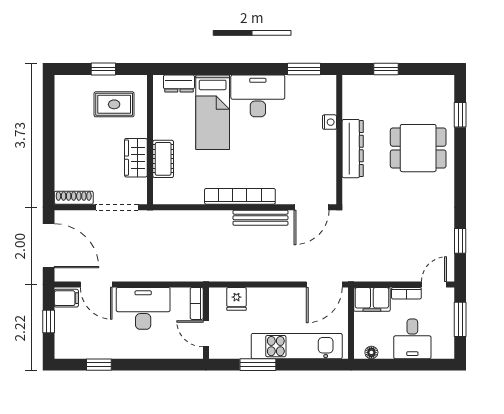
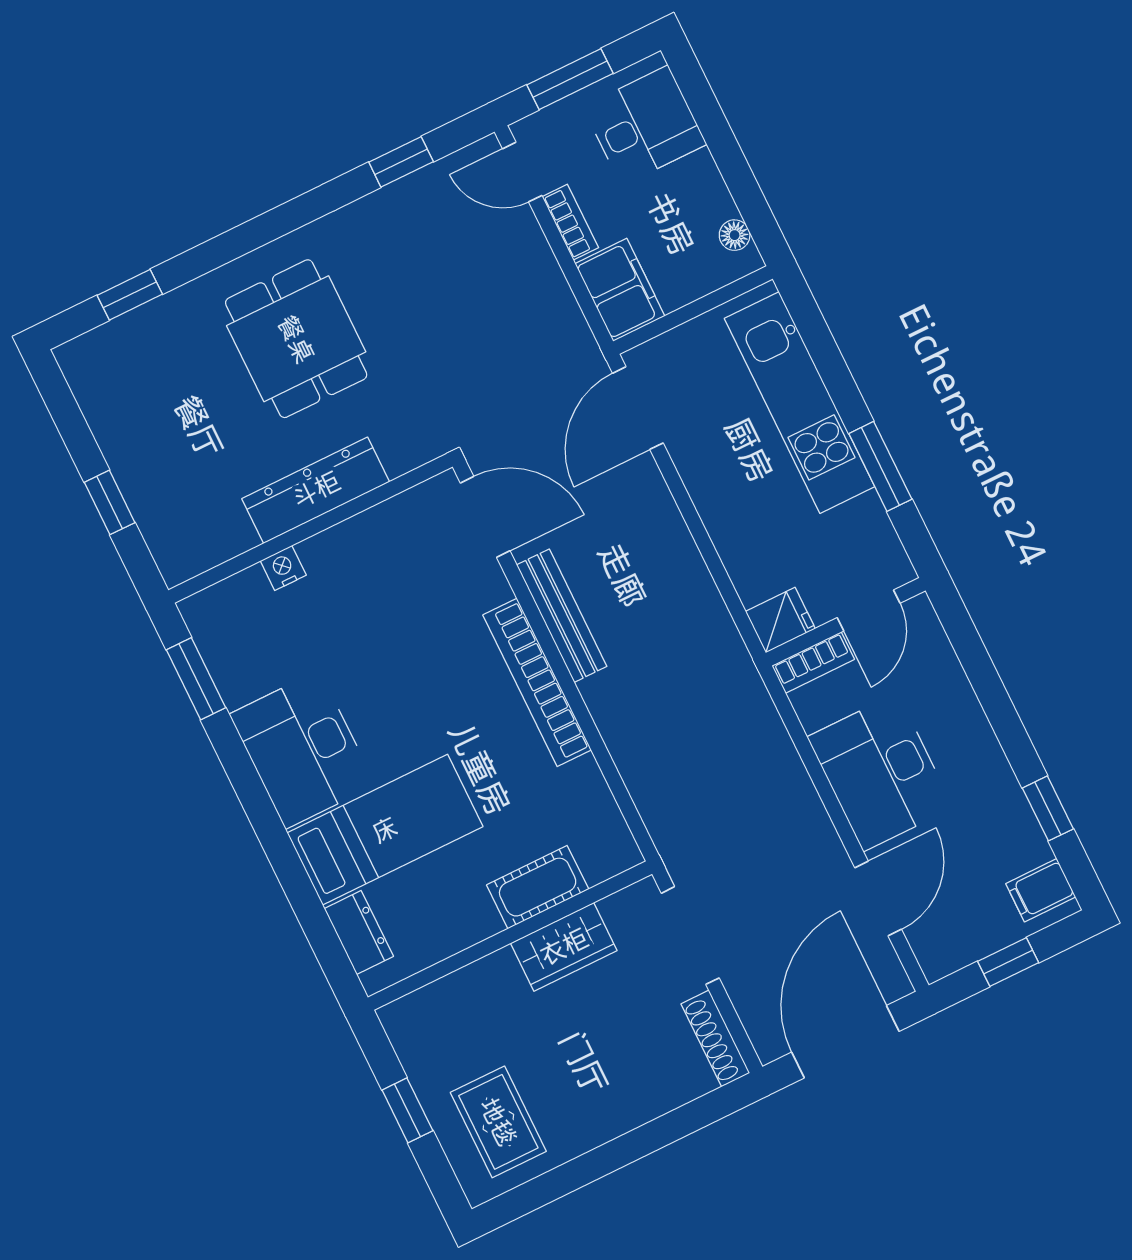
rug: (114, 104) -> (498, 1122), moved
dining table: (418, 148) -> (296, 339), moved
door: (324, 284) -> (638, 408), swing flipped
filing cabinet: (66, 298) -> (1041, 890), moved, turned -90
fridge: (236, 299) -> (780, 620), moved
desk: (412, 339) -> (645, 126), moved

